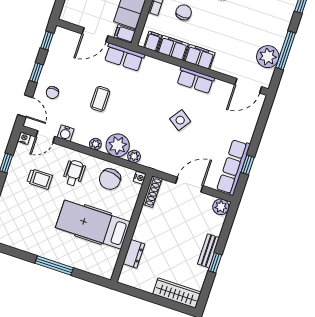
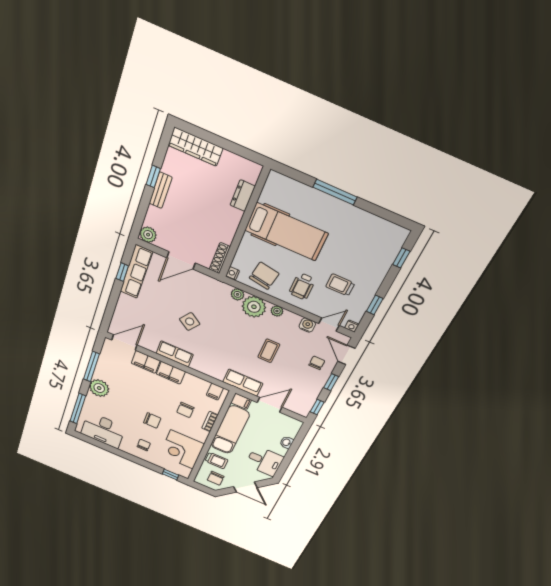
filing cabinet: (173, 48) -> (146, 362), moved
plant: (268, 57) -> (99, 388), moved

